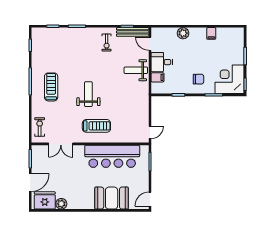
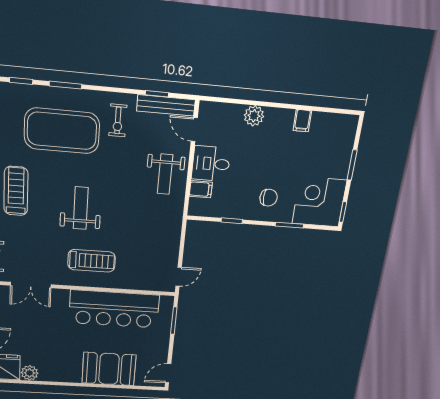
exercise mat: (76, 51) -> (62, 131), added
weight bench: (136, 70) -> (165, 174), turned -90

